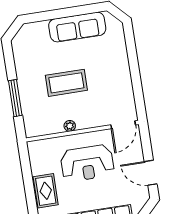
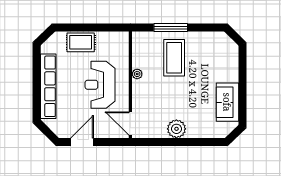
sofa: (77, 27) -> (227, 102), width x0.73
plant: (121, 75) -> (176, 129), added
coffee table: (66, 83) -> (174, 58), moved

